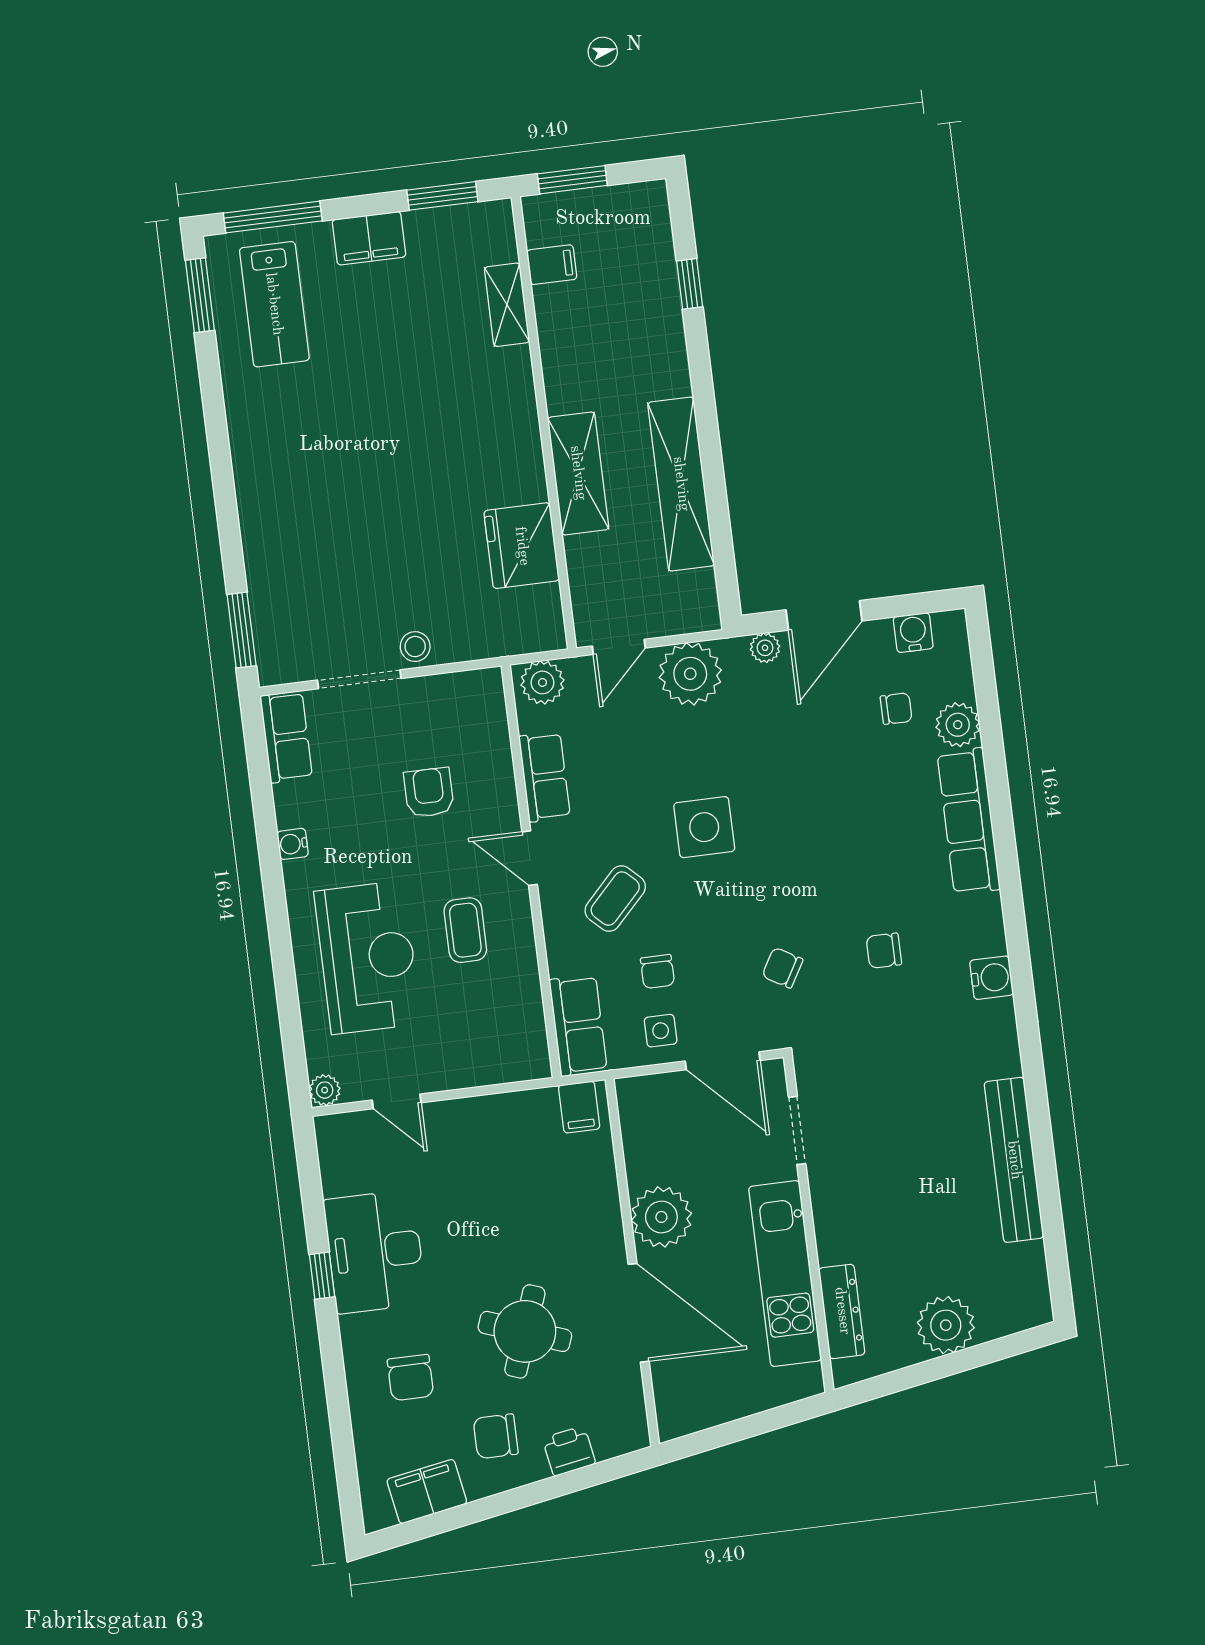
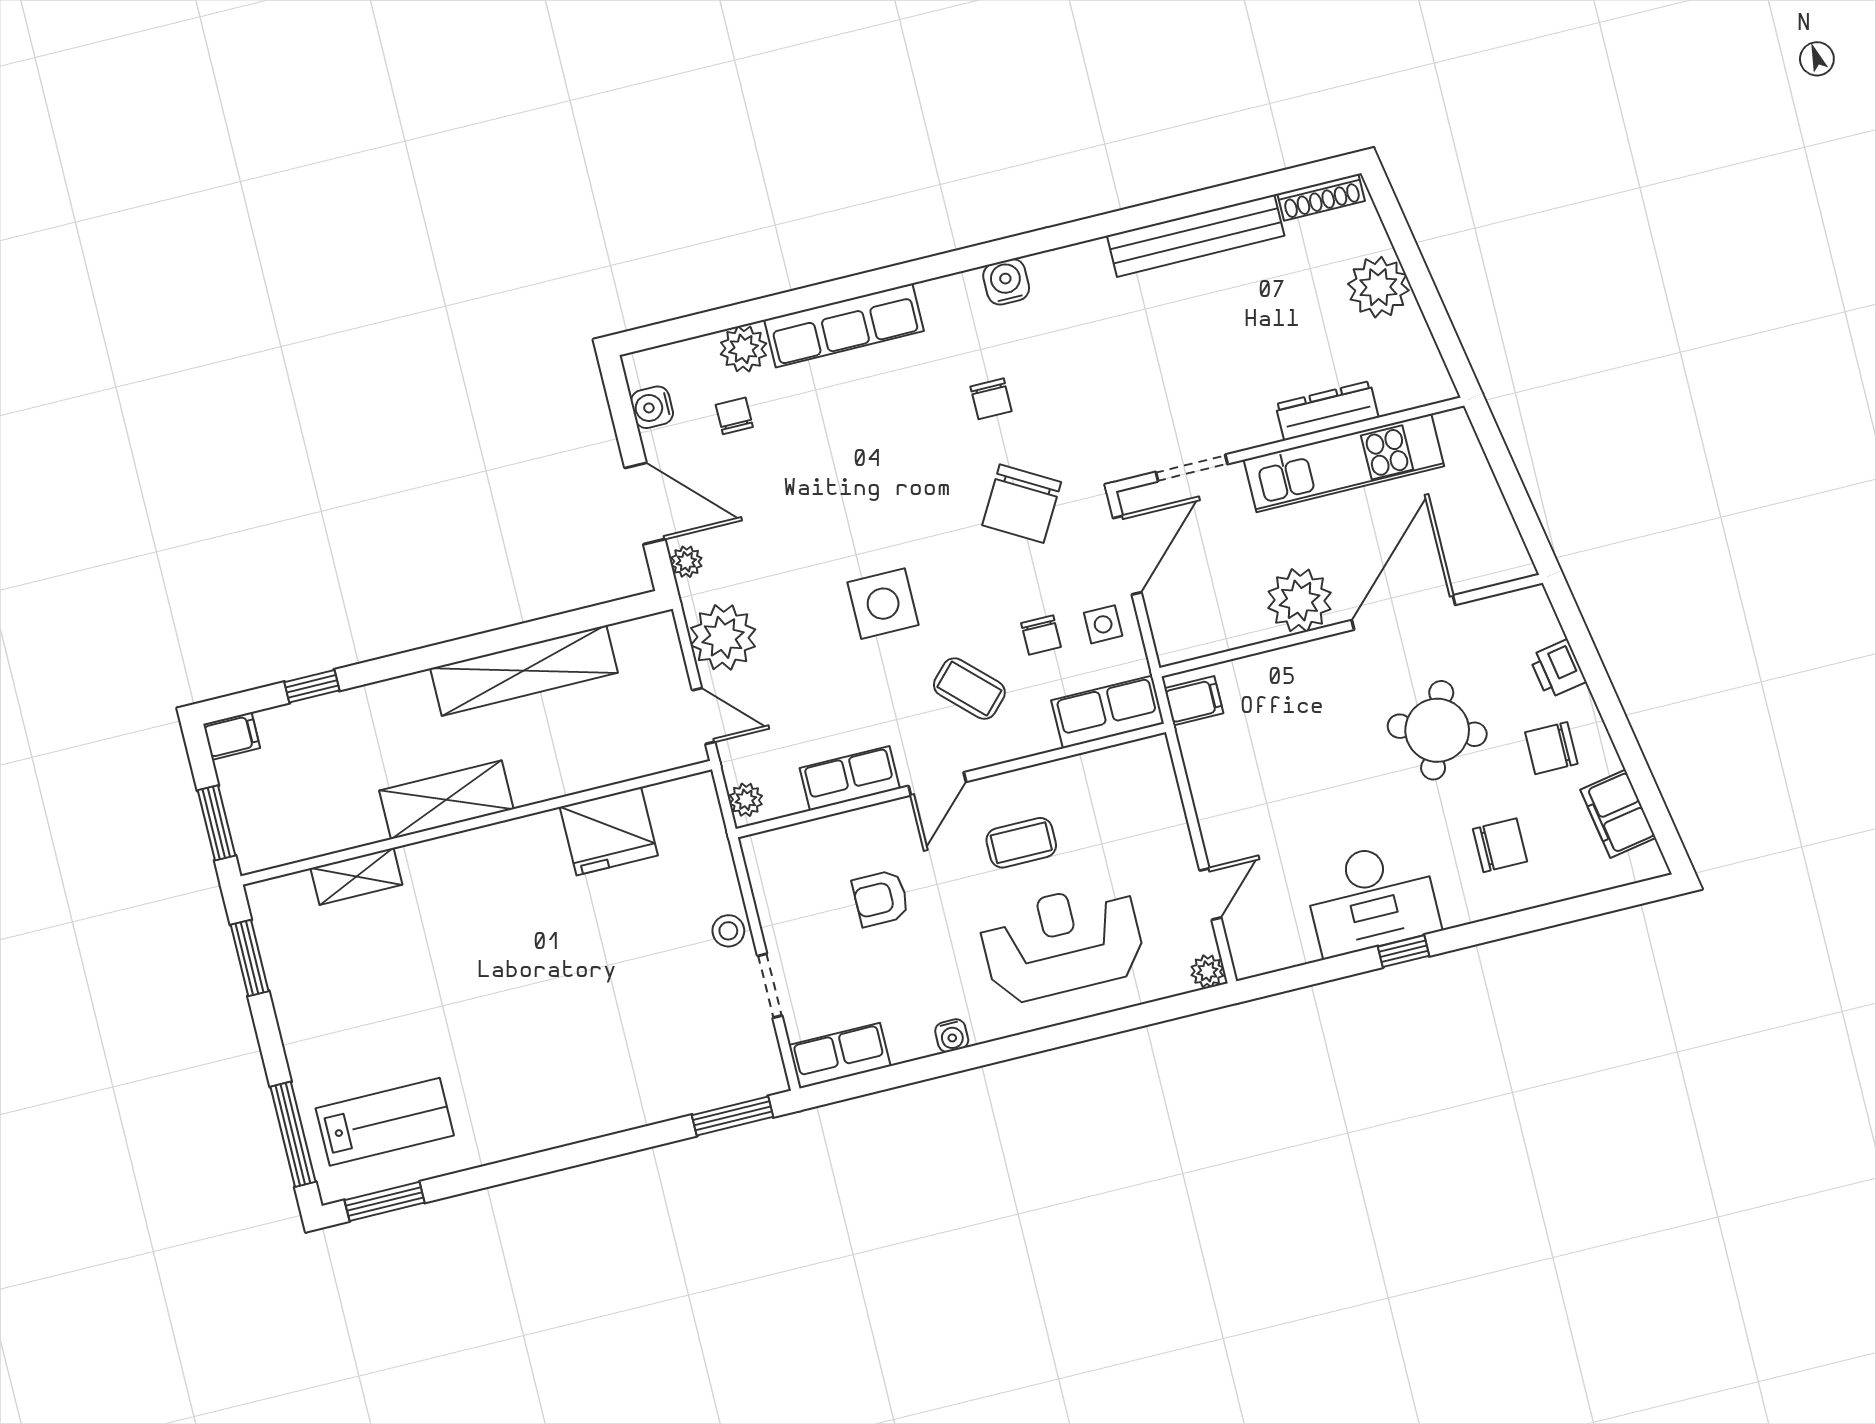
filing cabinet: (369, 238) -> (303, 1030), removed
filing cabinet: (552, 265) -> (232, 736), moved, turned 90
shelving: (578, 473) -> (446, 800), moved
doorway: (359, 679) -> (770, 986), width x0.73
plant: (542, 682) -> (746, 800), width x0.73, depth x0.73
chair: (782, 968) -> (1022, 504), width x1.87, depth x1.87
chair: (657, 971) -> (1041, 635), turned 90
shoe rack: (1036, 1282) -> (1321, 197), added
dresser: (842, 1311) -> (1327, 411), moved
chair: (496, 1436) -> (1551, 748), turned 90

